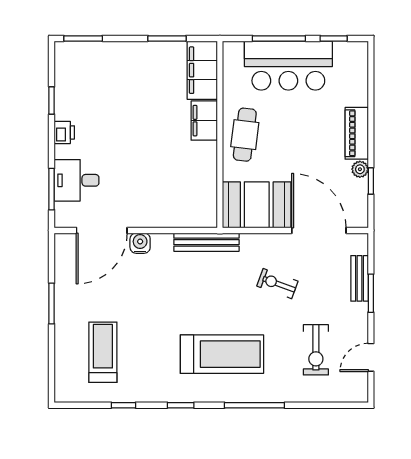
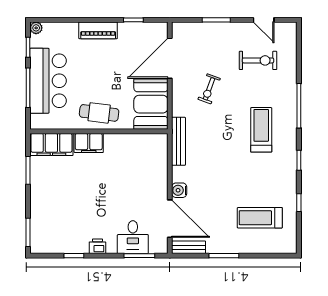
plant: (360, 169) -> (36, 28), moved
bench: (360, 278) -> (189, 247), moved
treadmill: (222, 354) -> (261, 130), width x0.73, depth x0.73

